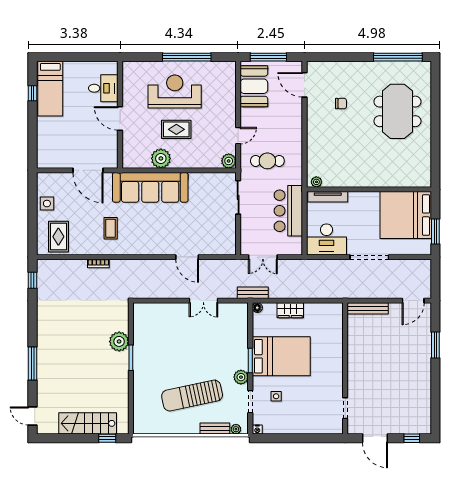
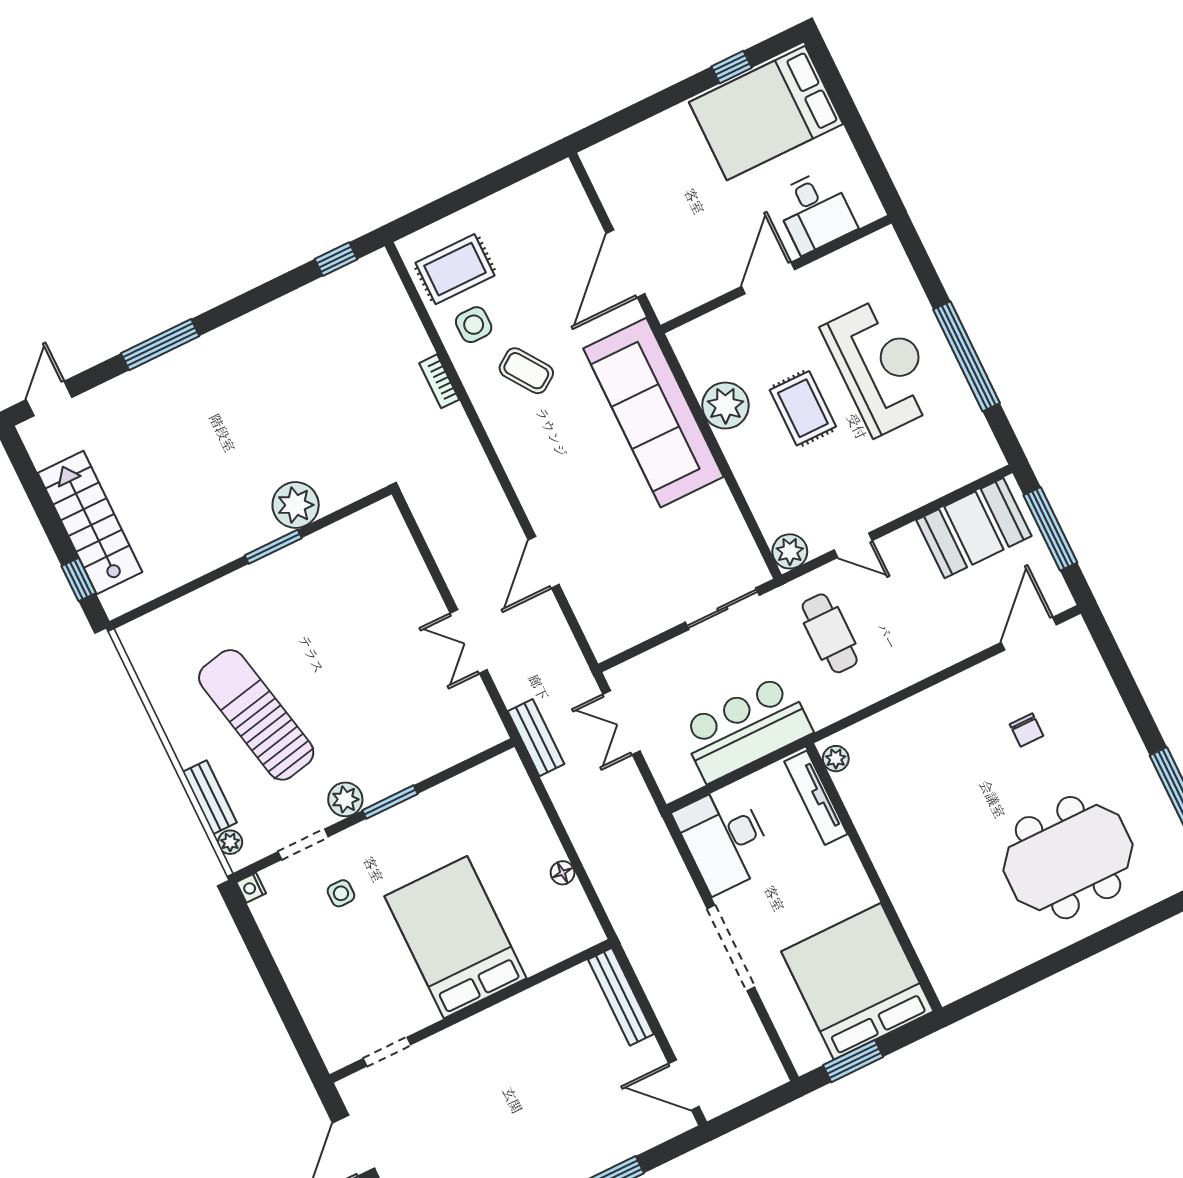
bed: (50, 89) -> (766, 113), width x1.50
side table: (47, 204) -> (474, 325), moved
coffee table: (111, 228) -> (526, 371), turned 55
floor lamp: (257, 308) -> (563, 873), moved
wardrobe: (290, 310) -> (537, 835), removed
bed: (281, 356) -> (456, 937), moved, turned 180

